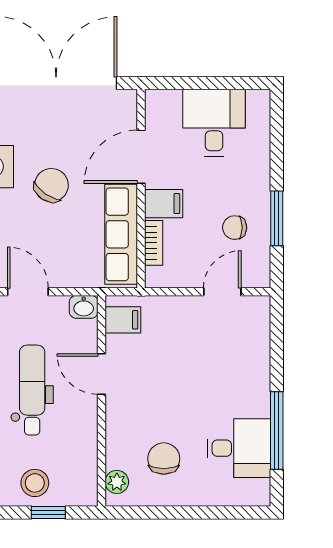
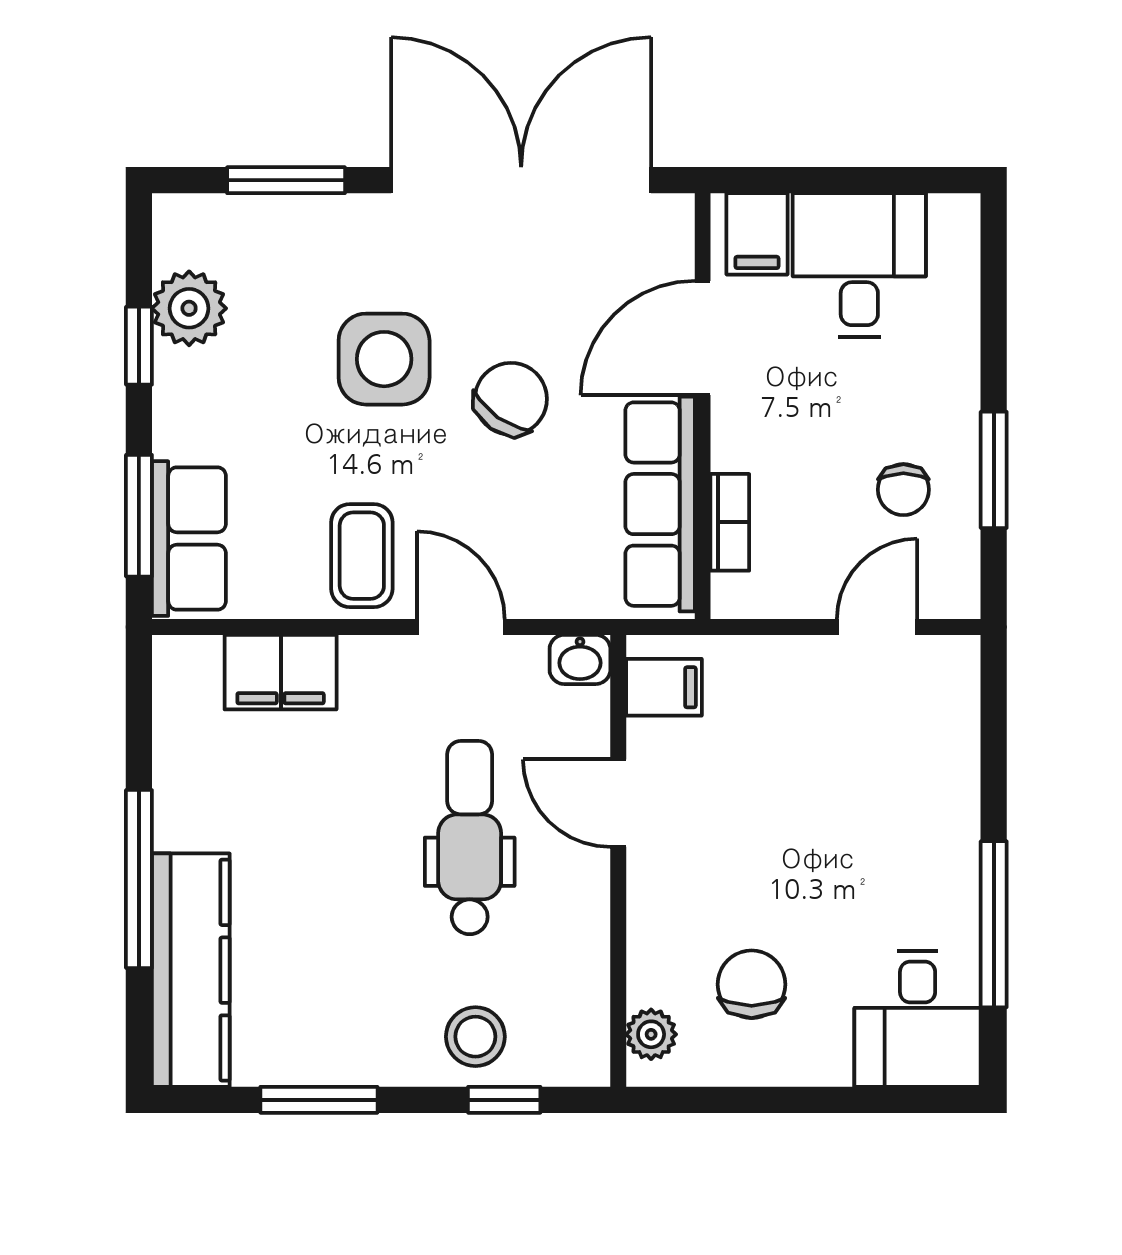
filing cabinet: (164, 204) -> (757, 234), moved, turned 90
chair: (235, 228) -> (903, 490), turned -90
desk: (239, 448) -> (918, 1019), moved, turned 90

